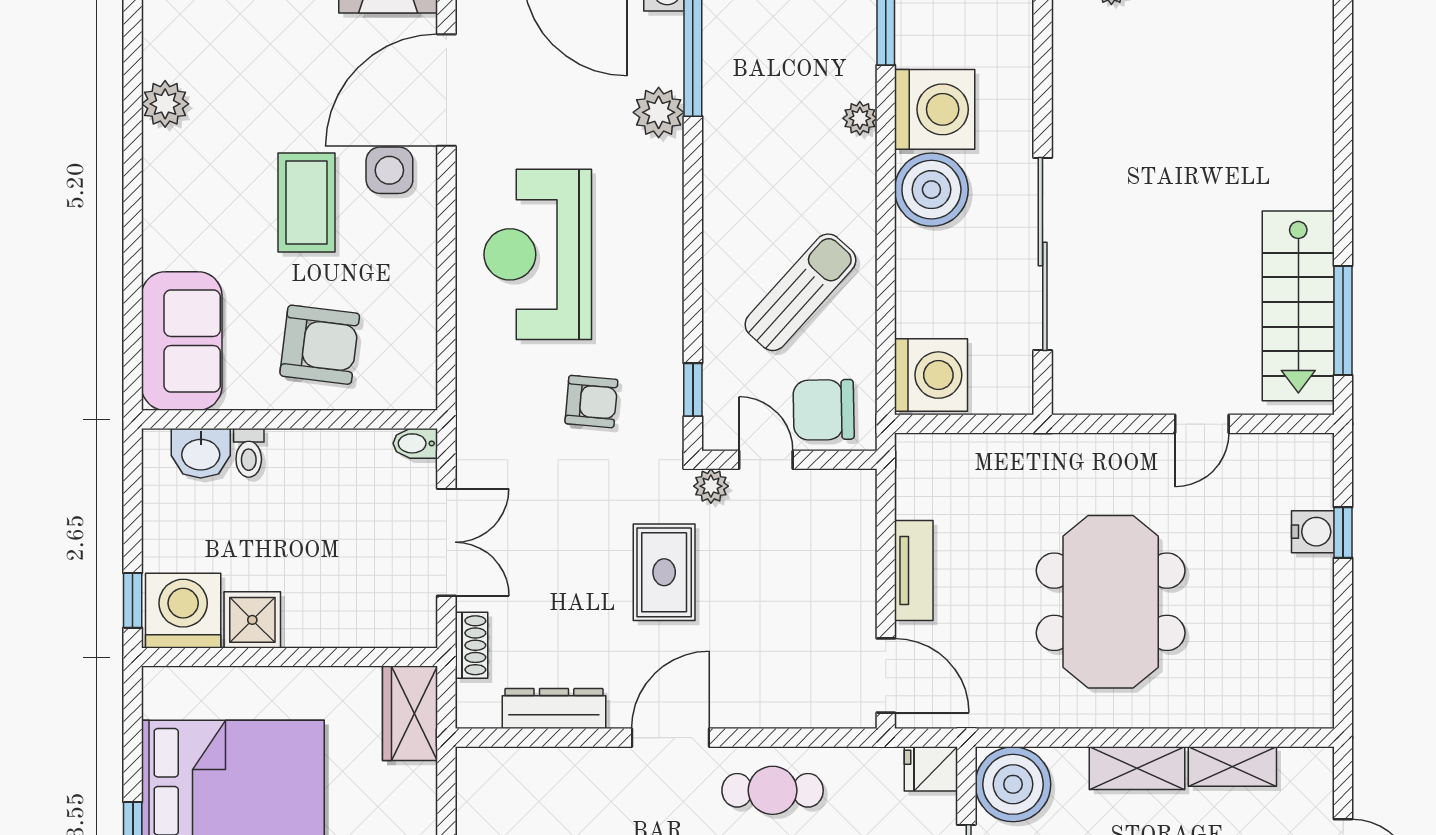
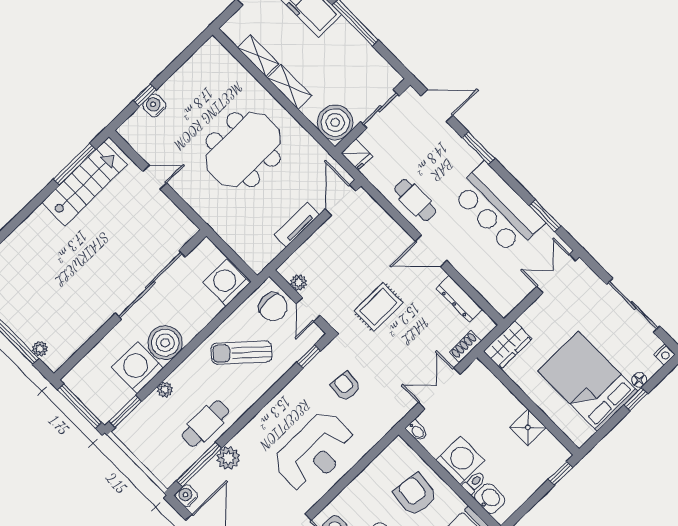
cafe table: (746, 129) -> (205, 424), added
plant: (711, 486) -> (299, 282), moved
washing machine: (183, 611) -> (460, 460), moved, turned 180

